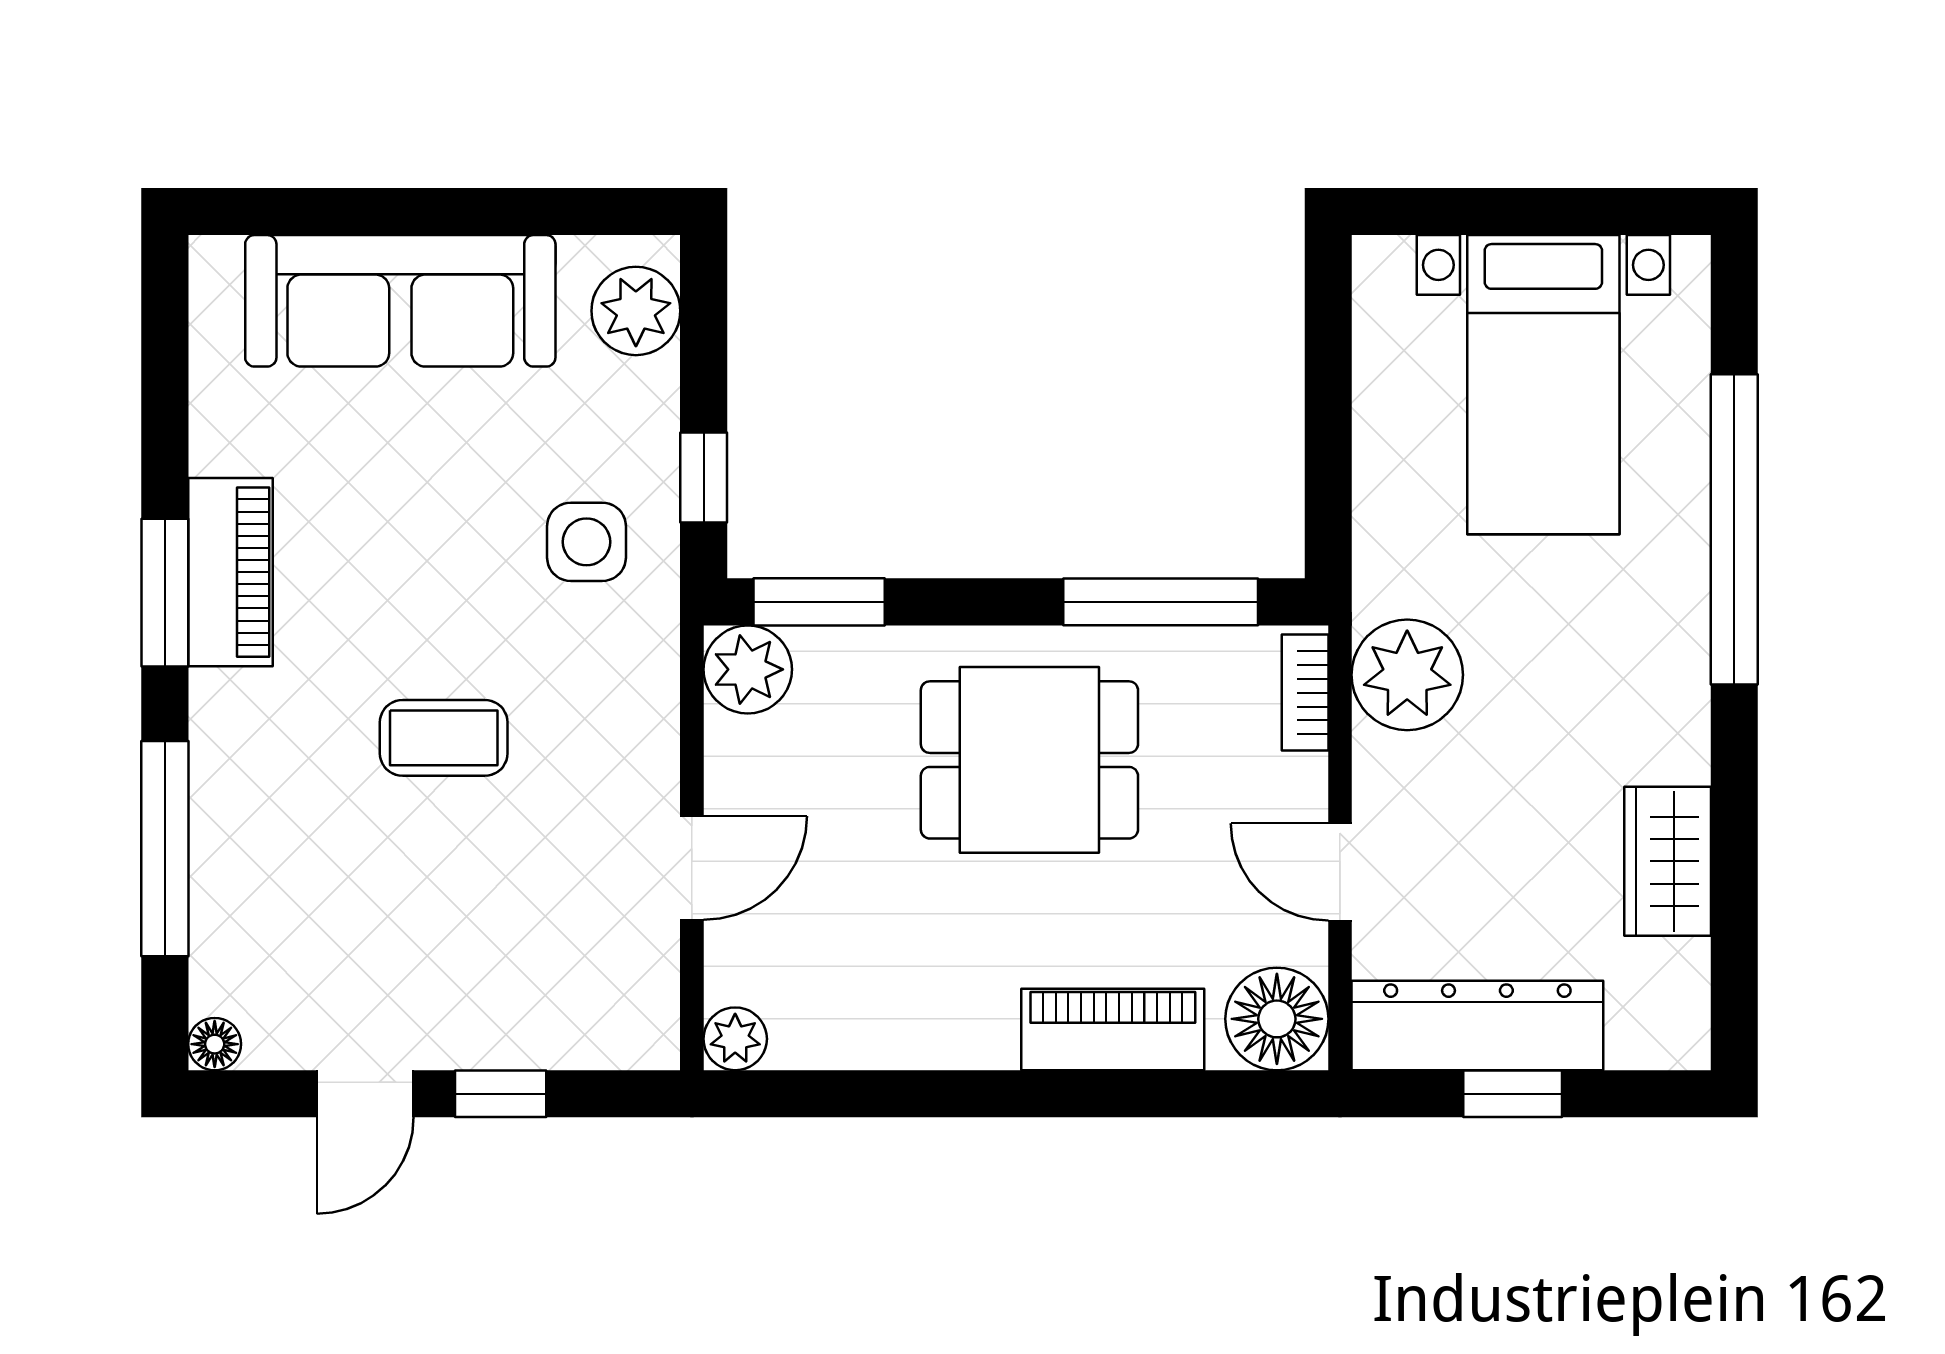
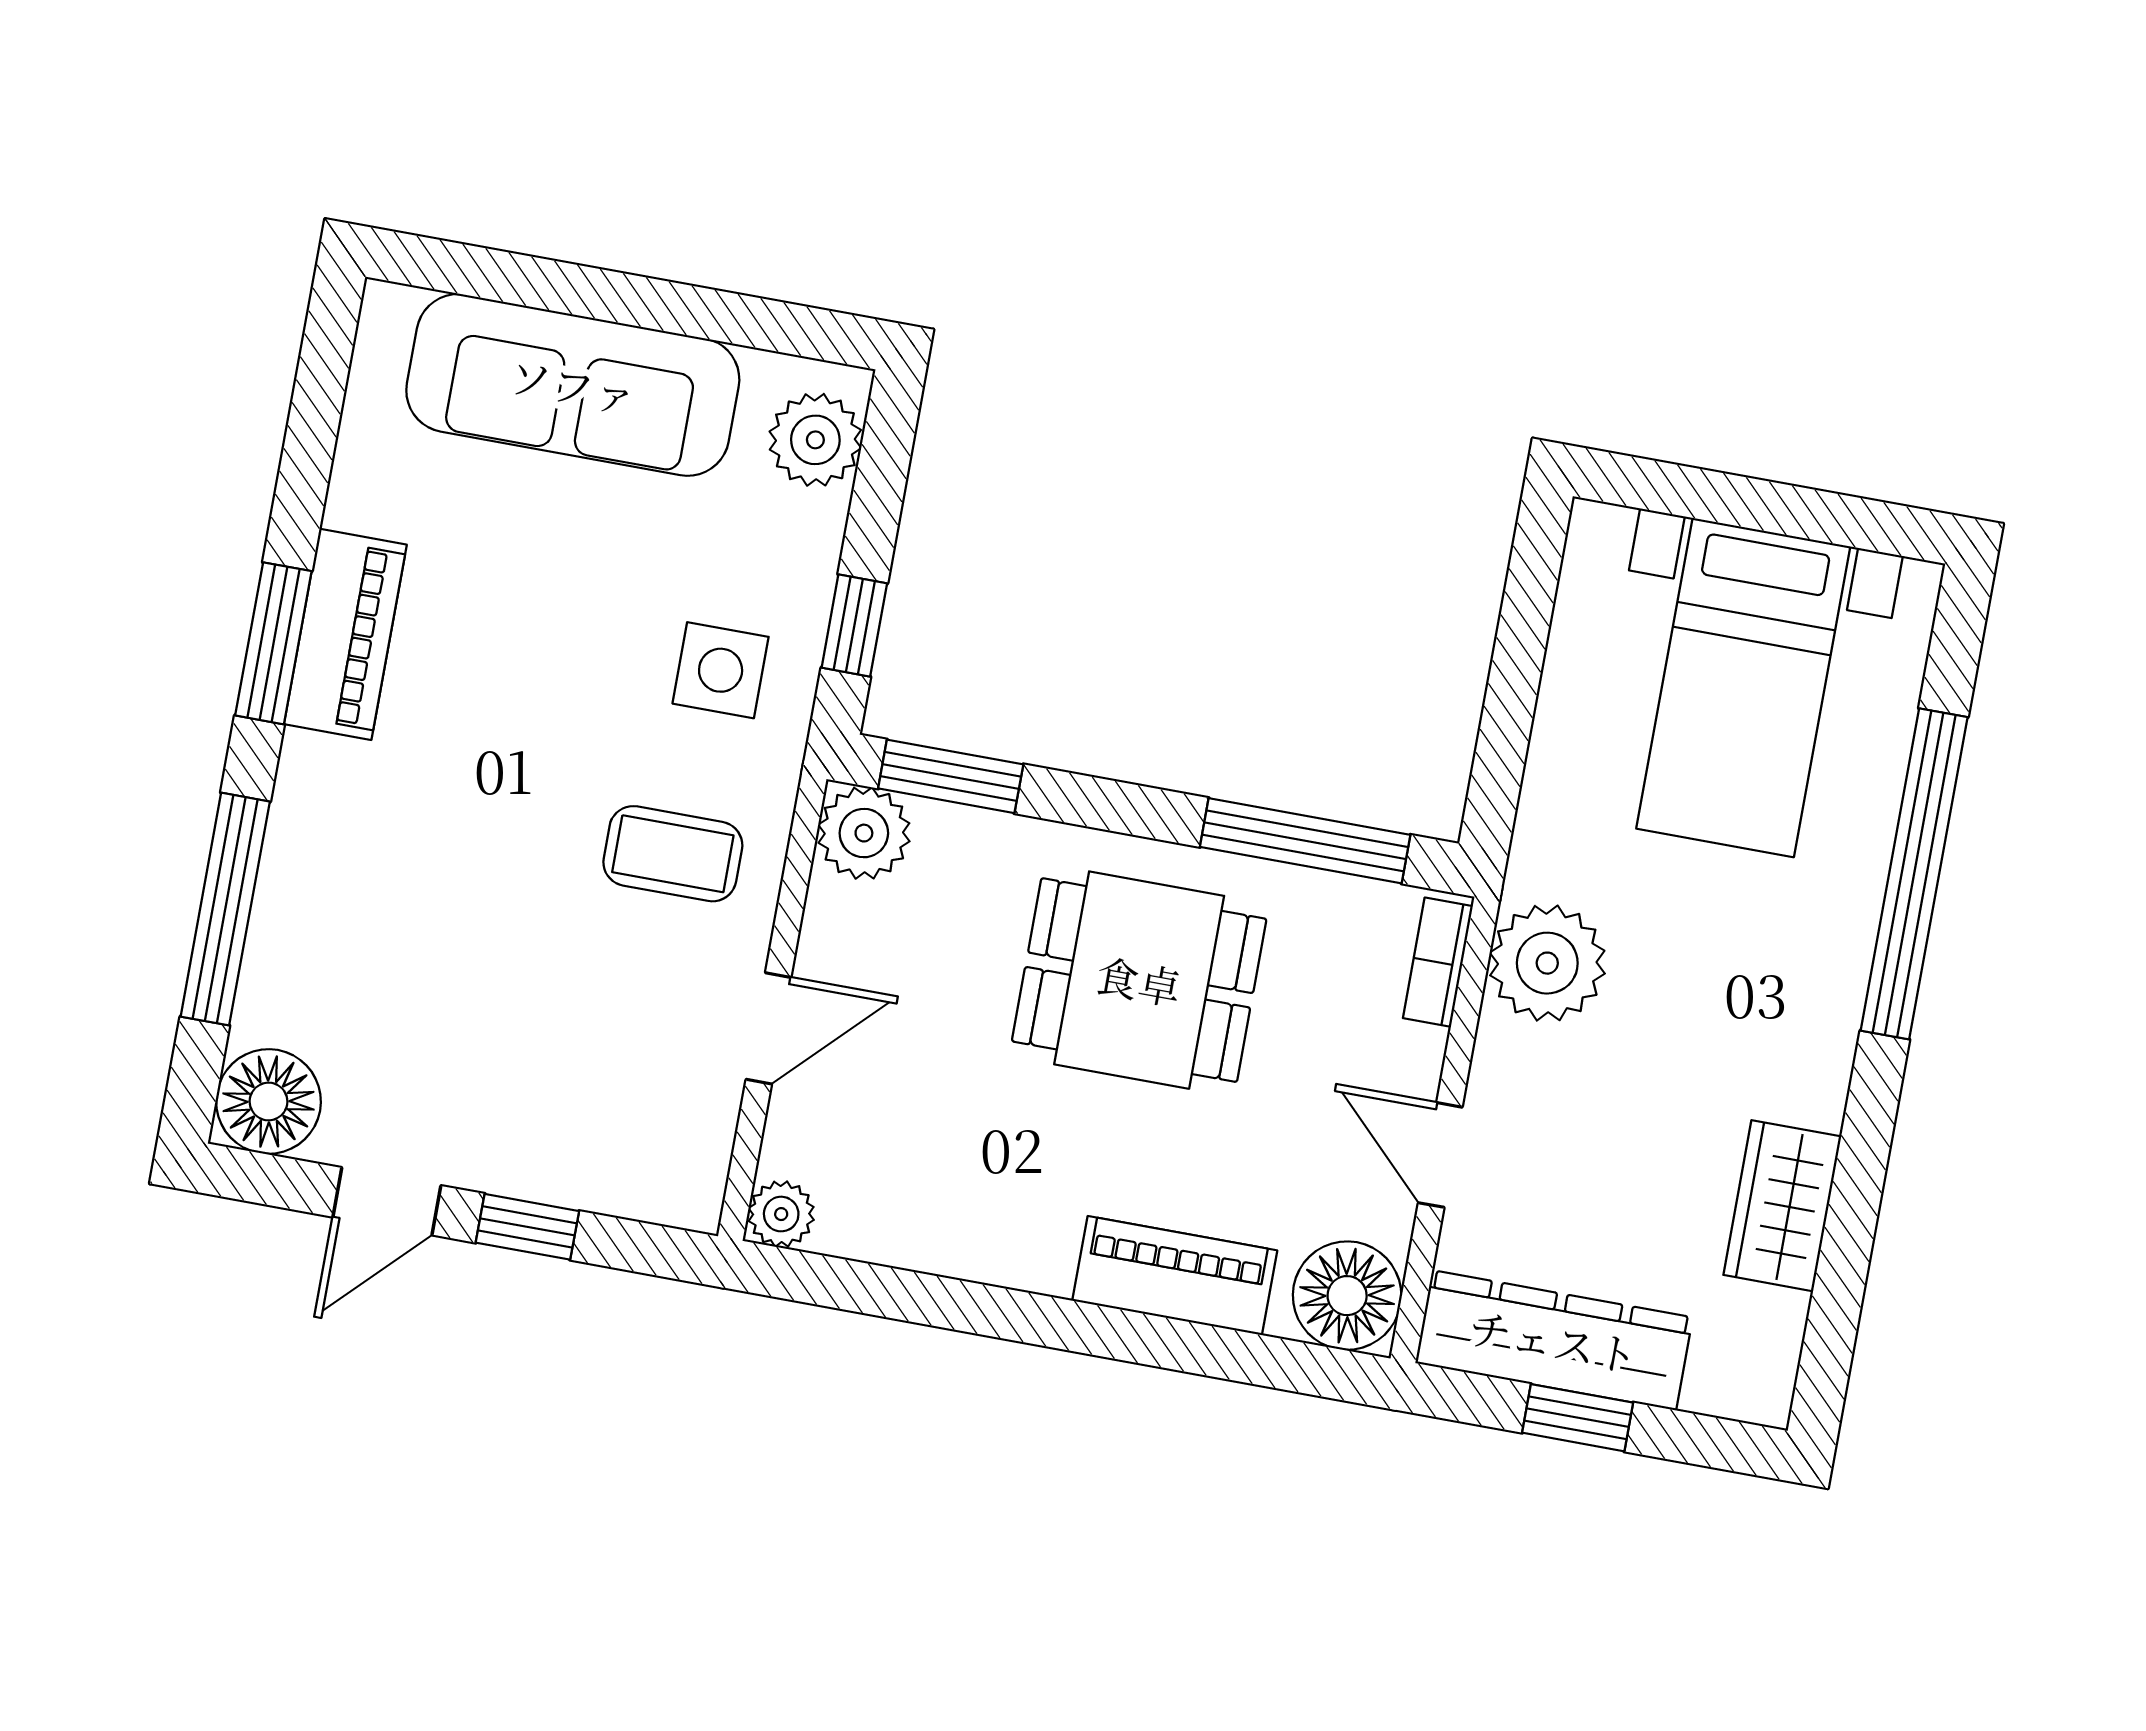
coffee table: (444, 738) -> (673, 854), moved
floor lamp: (215, 1044) -> (269, 1101), width x1.89, depth x1.89

